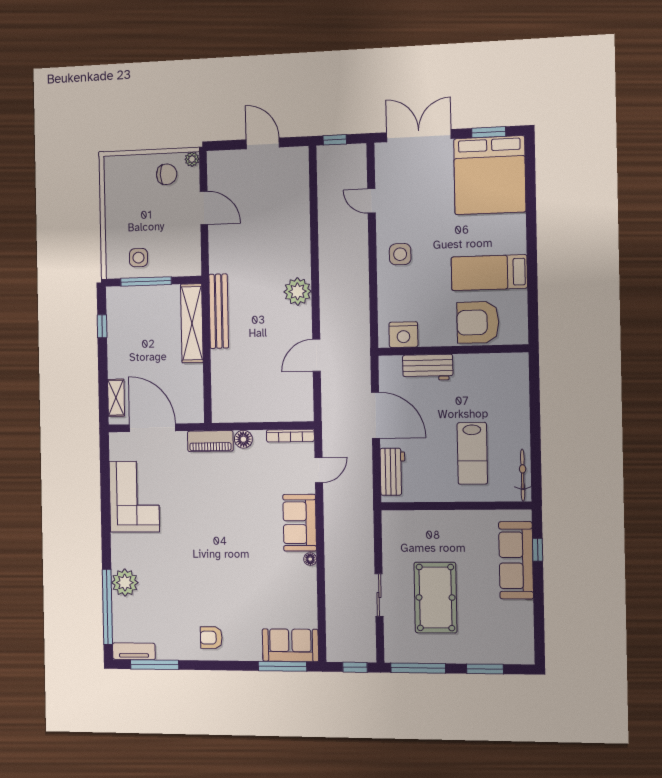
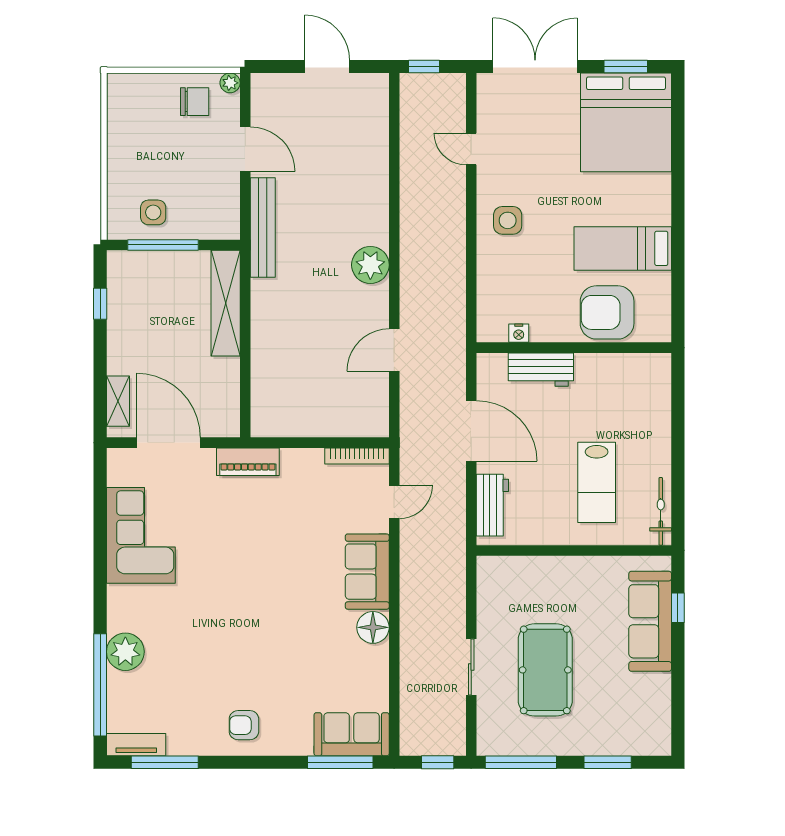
bench: (219, 311) -> (263, 228), moved
nightstand: (403, 335) -> (519, 333), width x0.53, depth x0.56
floor lamp: (243, 439) -> (293, 460), removed
floor lamp: (310, 559) -> (373, 627), width x1.89, depth x1.89

